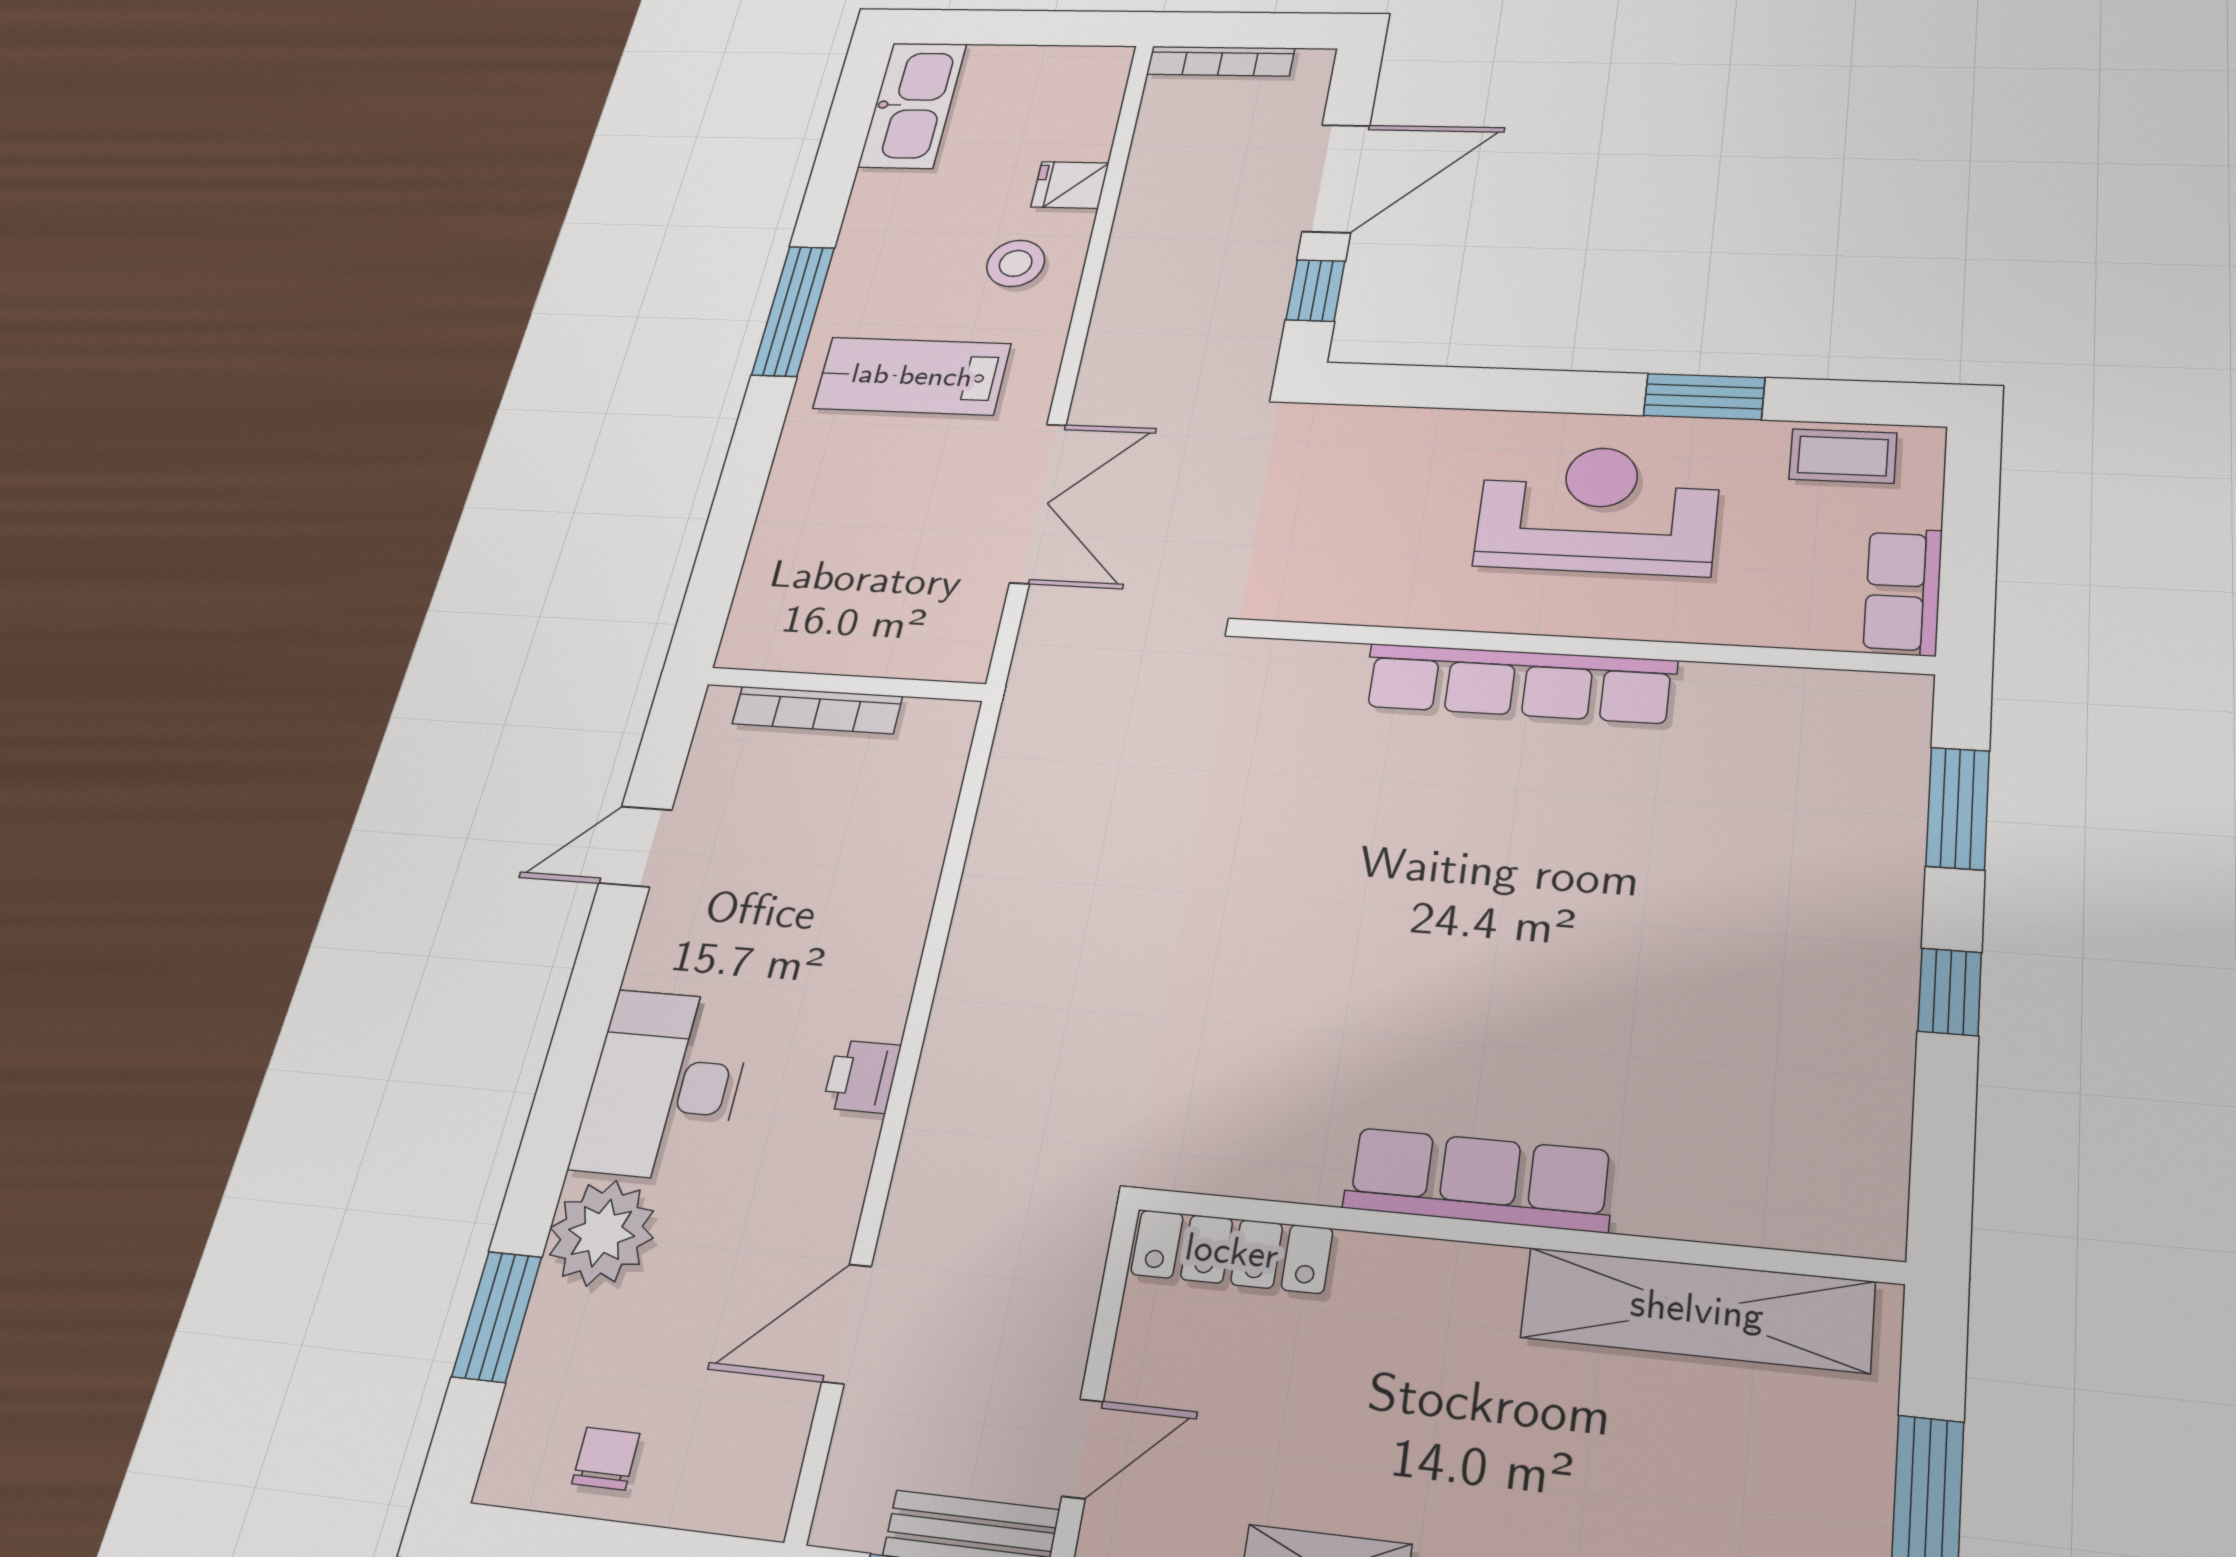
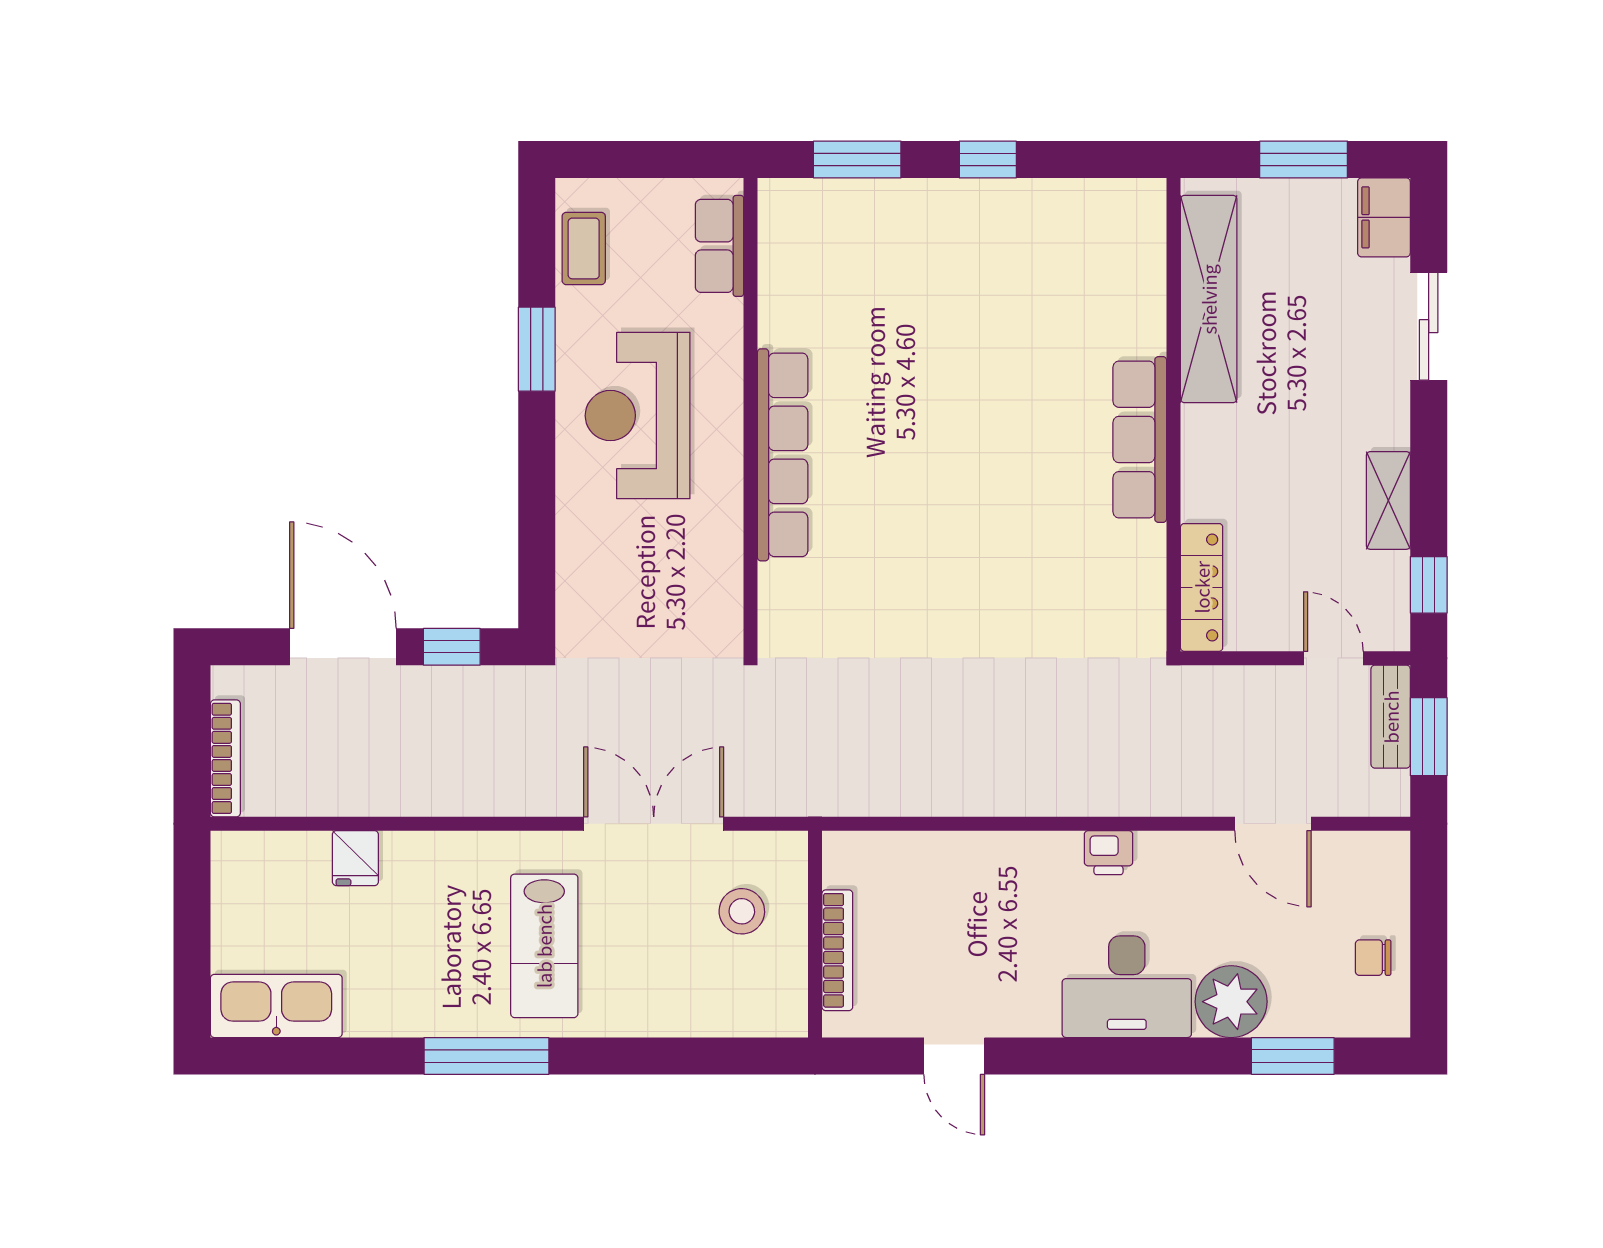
stool: (1016, 263) -> (742, 911), moved
row of seats: (1903, 591) -> (720, 246), moved, turned 90

